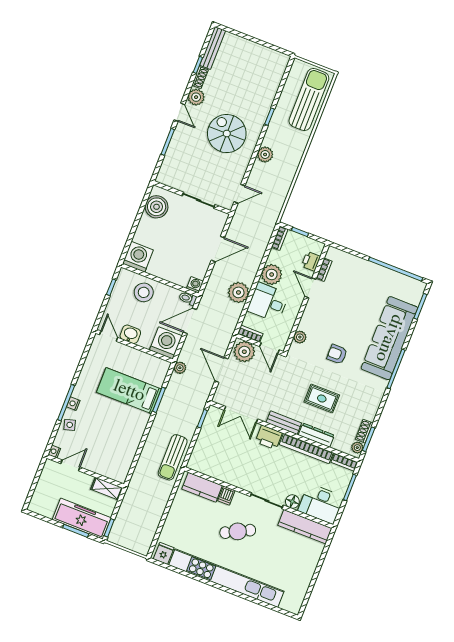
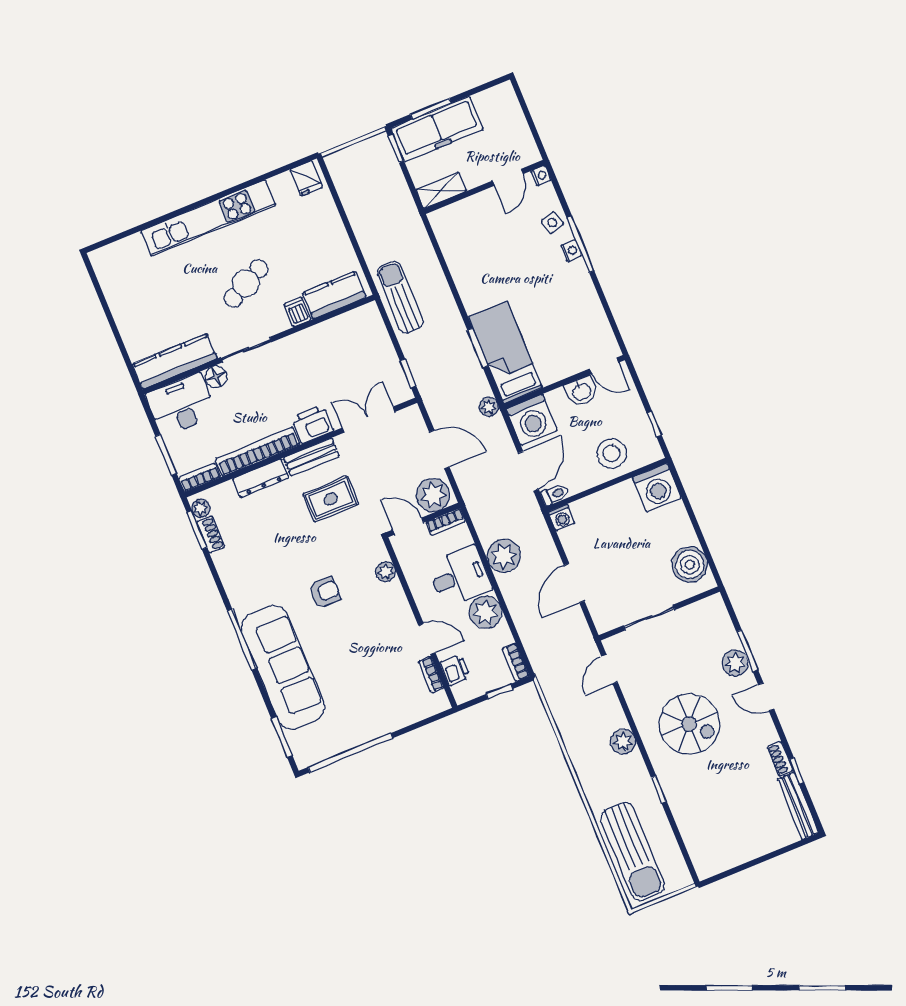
plant: (196, 97) -> (735, 663), moved
bed: (129, 391) -> (505, 353), moved, turned -90
rug: (322, 398) -> (331, 499), moved
kitchen unit: (226, 578) -> (208, 218), width x0.73

